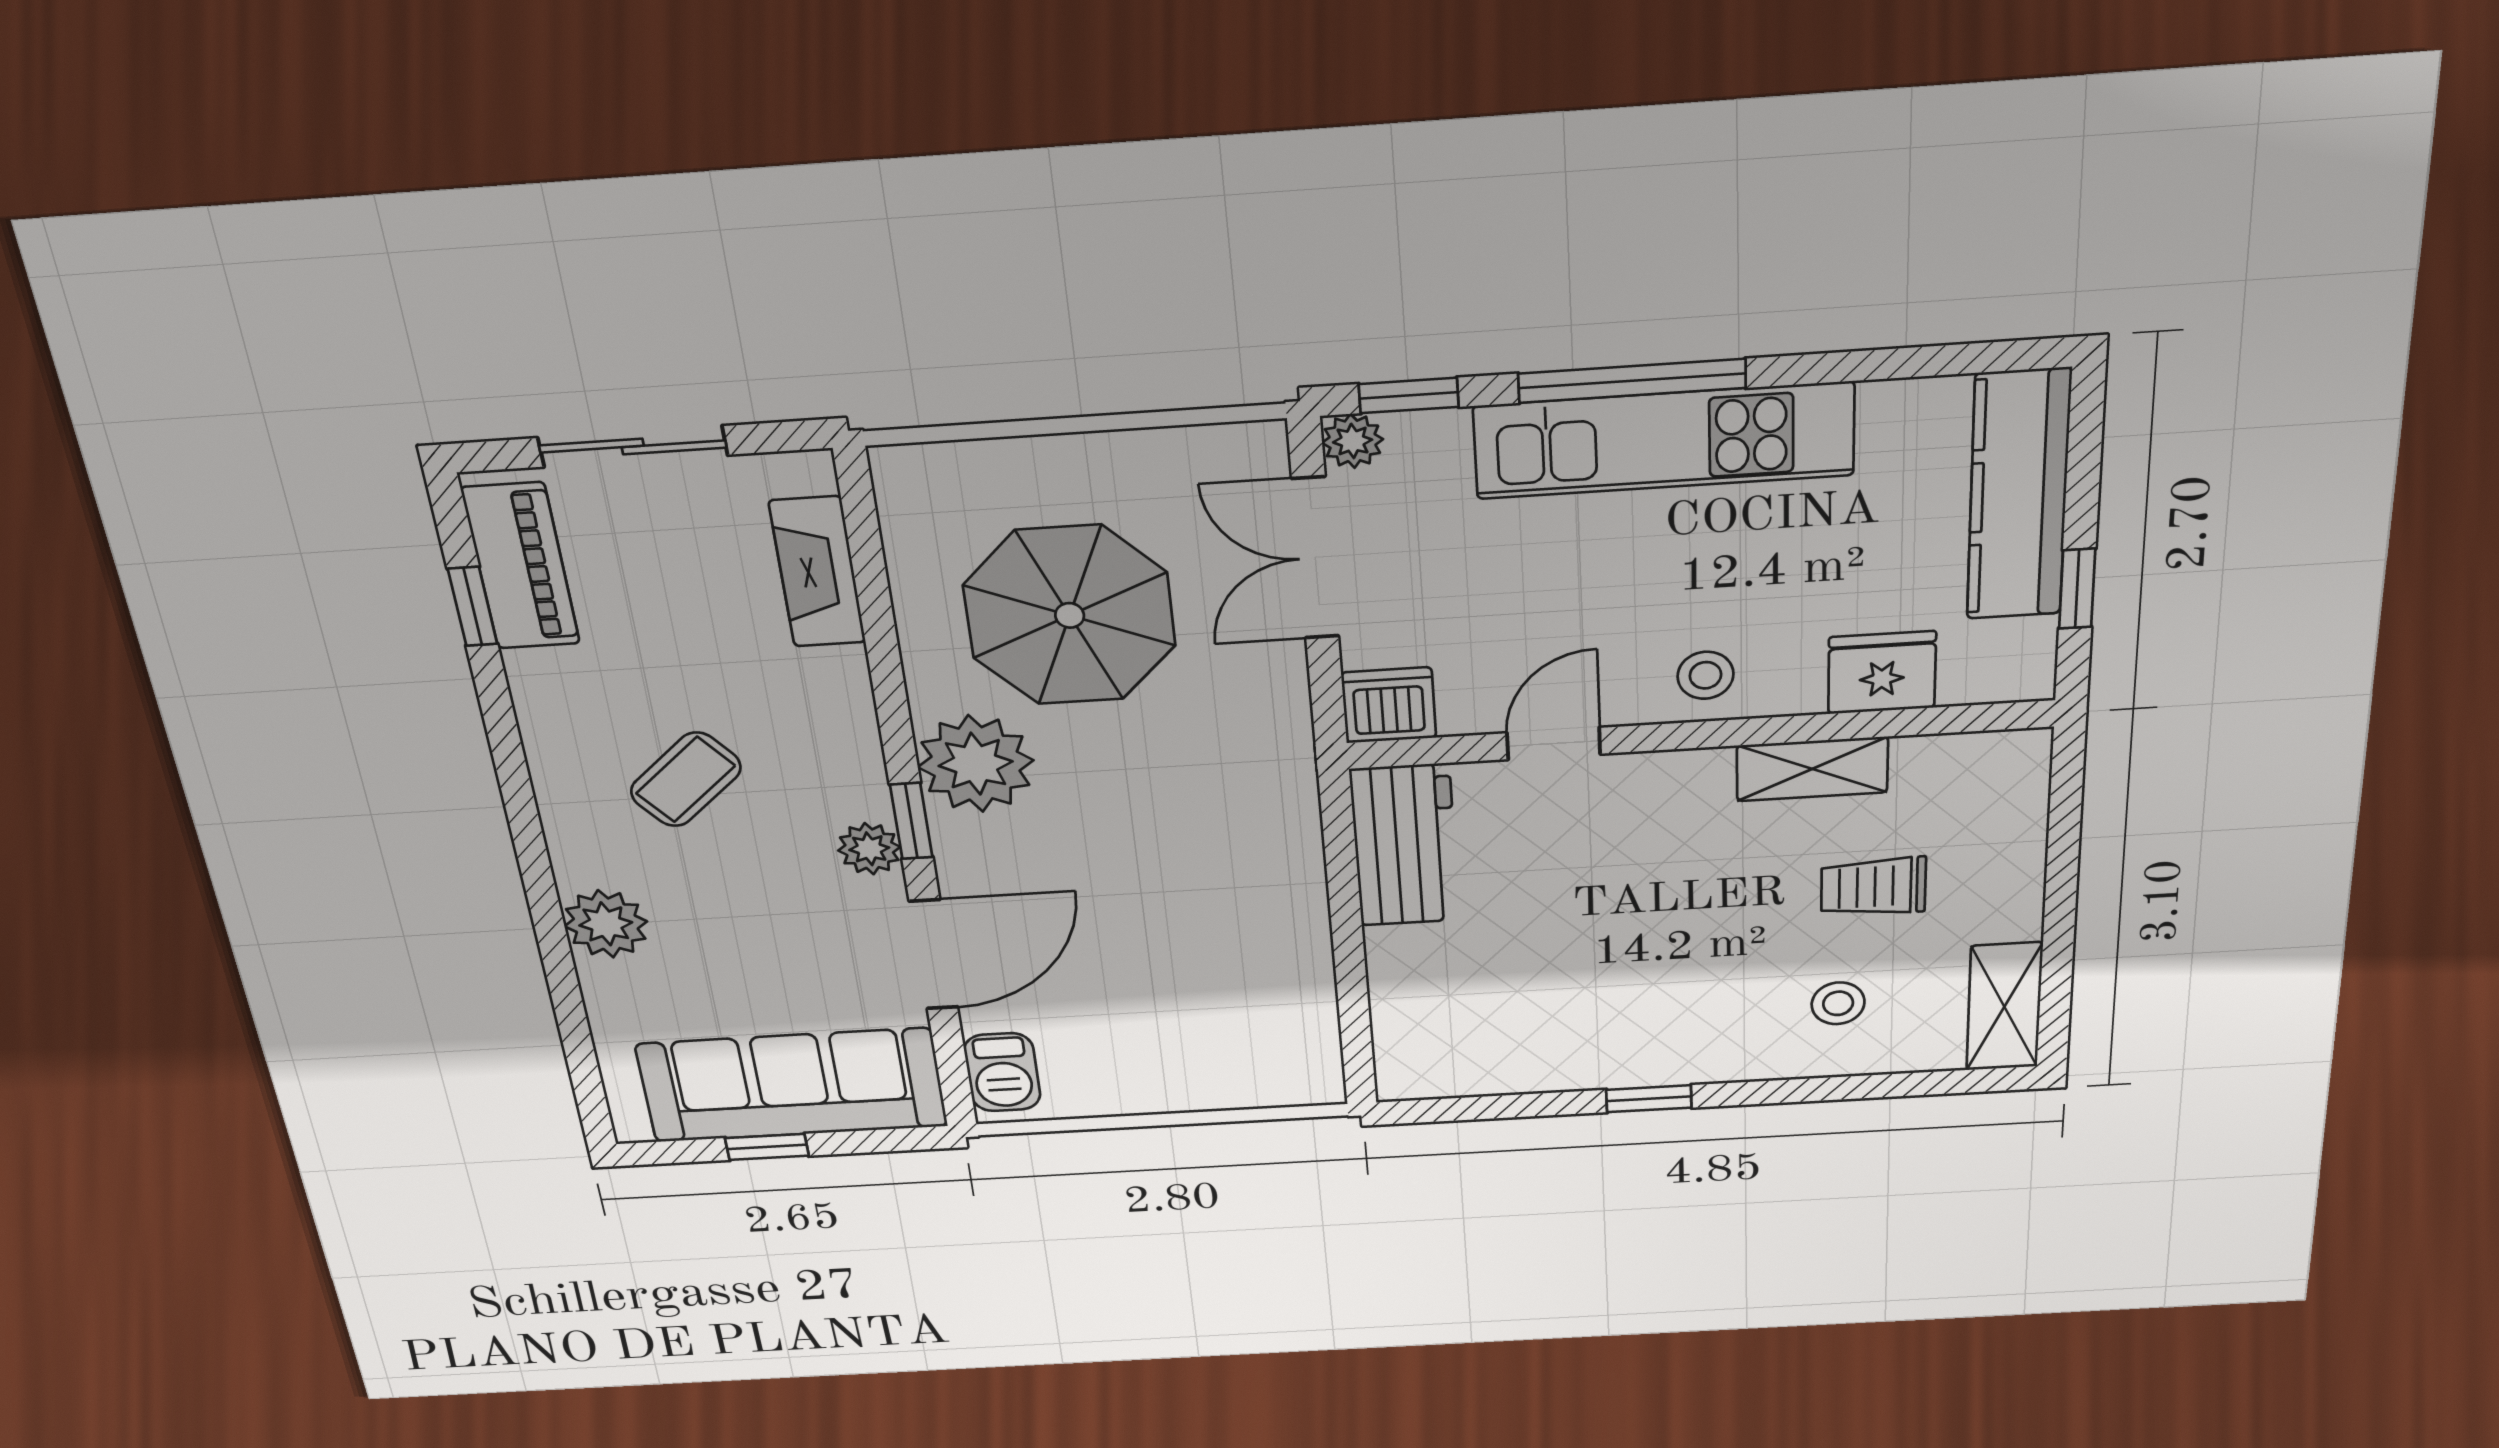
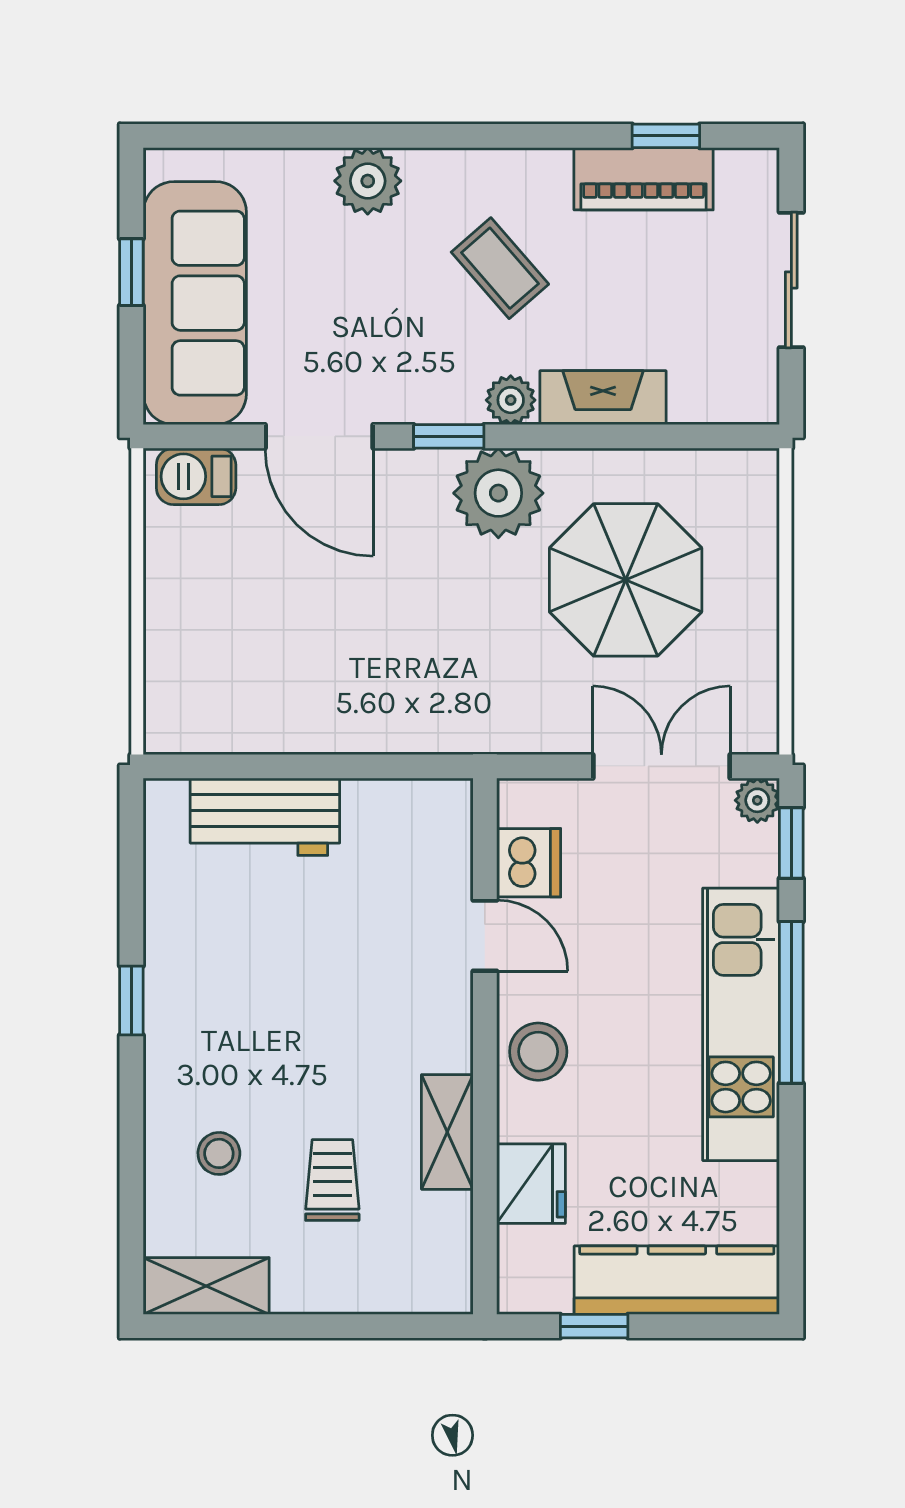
piano: (521, 566) -> (644, 179), moved
fireplace: (817, 572) -> (603, 398), moved
stool: (1706, 675) -> (538, 1052), width x1.37, depth x1.37
dishwasher: (1389, 705) -> (529, 863), moved
workbench: (1405, 845) -> (265, 817), moved
plant: (869, 849) -> (511, 400), moved

